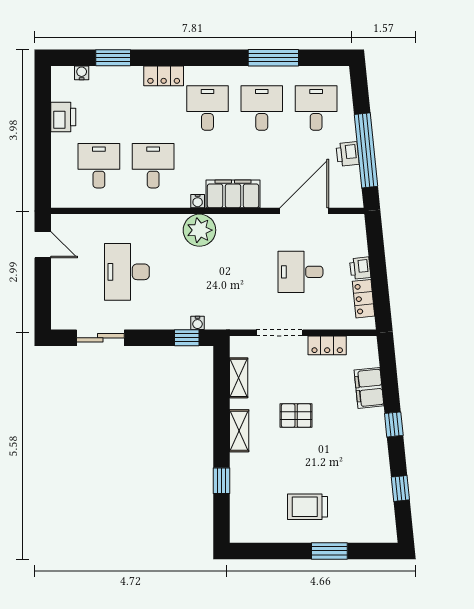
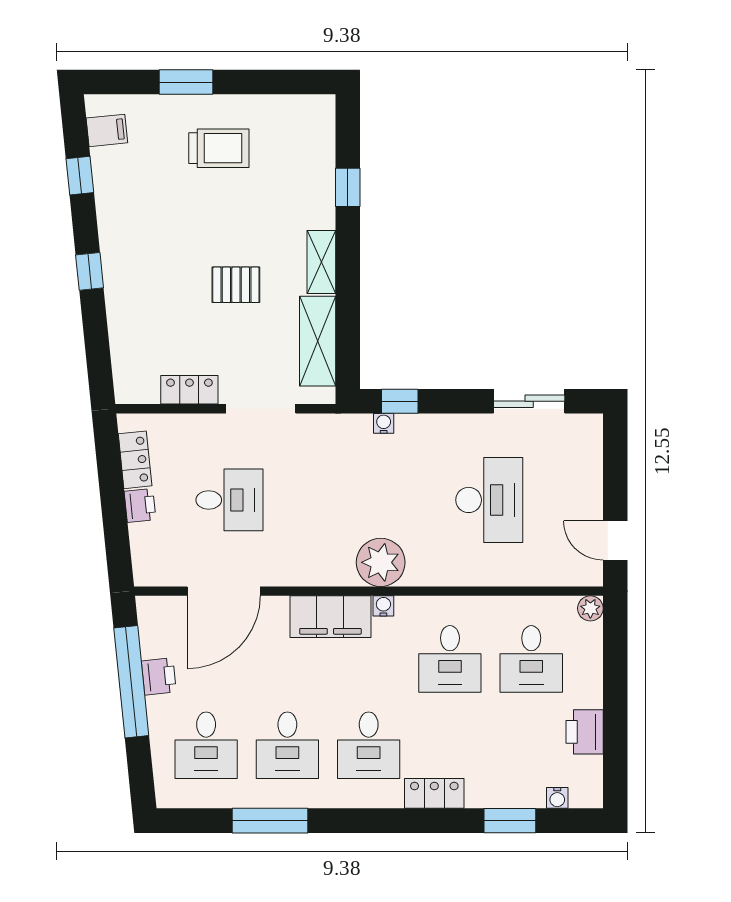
plant: (59, 199) -> (590, 608), added
shelving: (239, 378) -> (318, 341), width x1.50, depth x1.33
filing cabinet: (369, 388) -> (107, 130), moved, width x0.50

